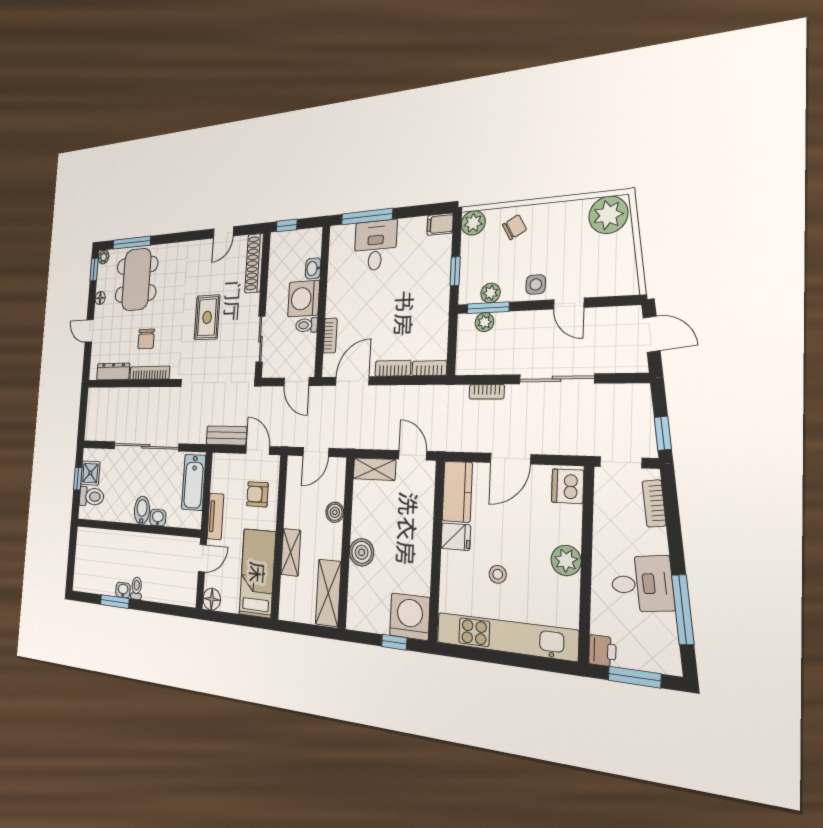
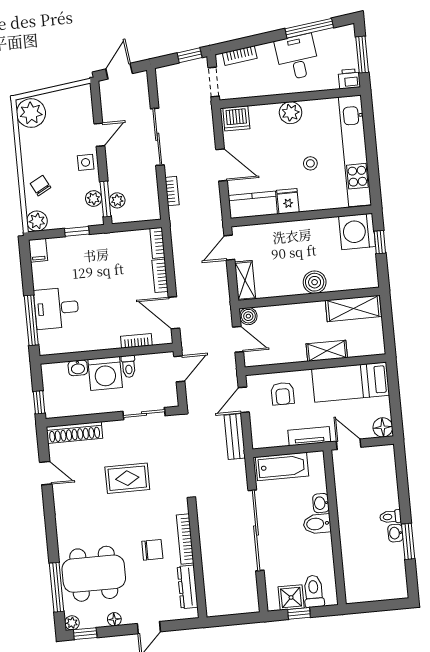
boiler: (335, 512) -> (248, 316), moved

